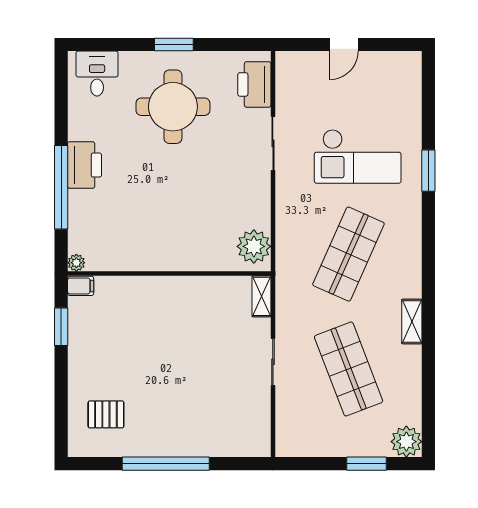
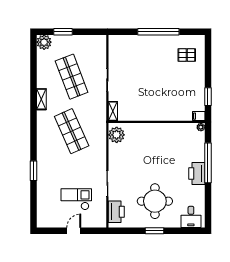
checkout: (358, 156) -> (76, 199), moved, width x0.73, depth x0.83
shop shelf: (349, 254) -> (72, 131), turned -48

